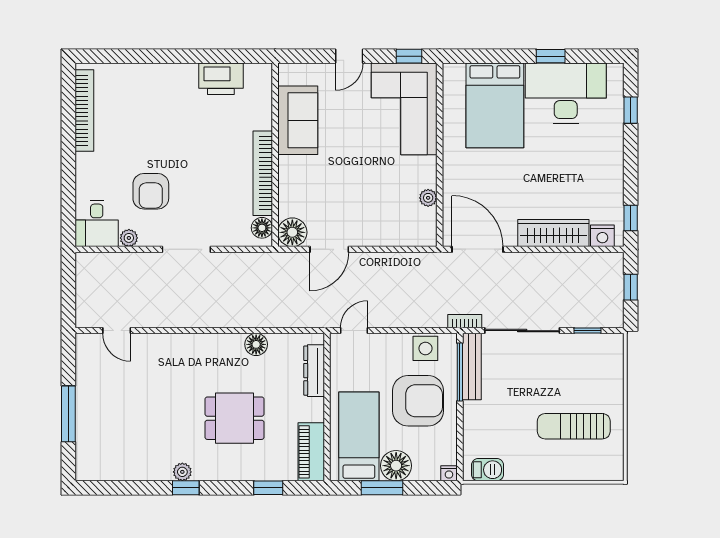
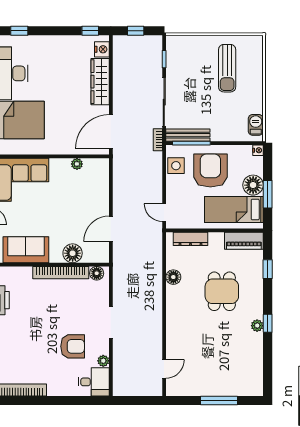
floor lamp: (292, 232) -> (73, 253), moved
door: (329, 249) -> (111, 229), swing flipped

